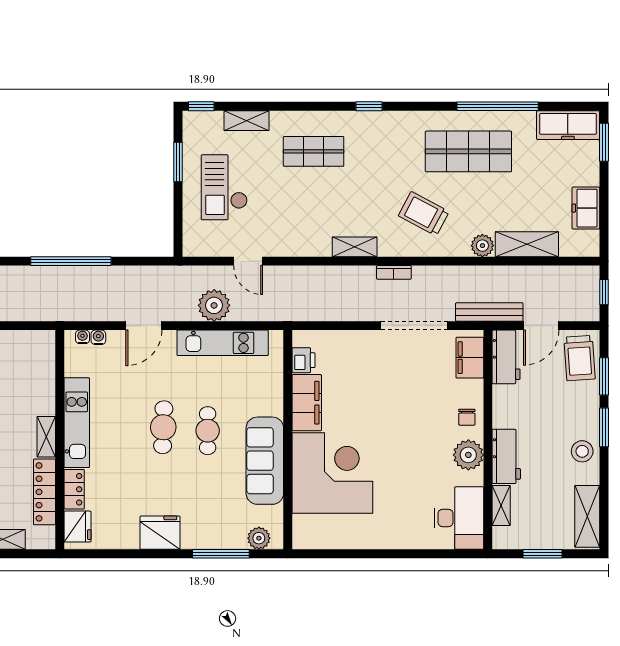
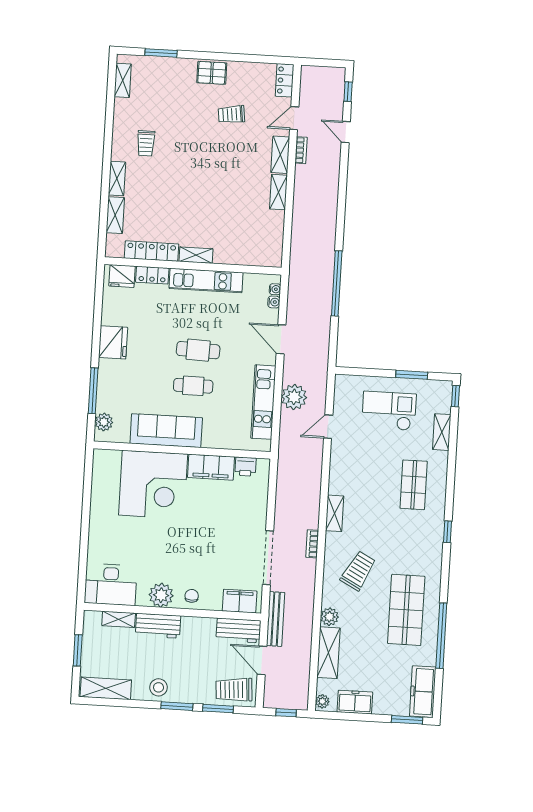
plant: (587, 248) -> (322, 701), added
chair: (467, 417) -> (192, 596), turned 90

